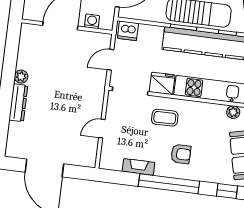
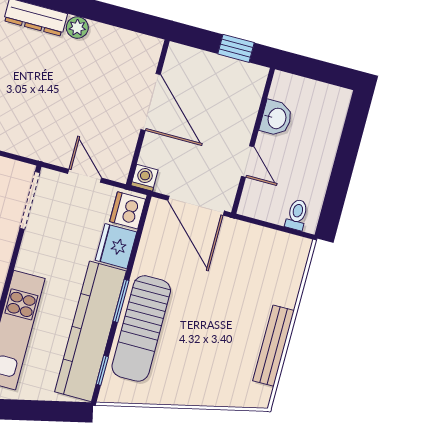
washing machine: (92, 21) -> (144, 178), moved, turned -90
fridge: (162, 83) -> (116, 246), moved, turned 180

